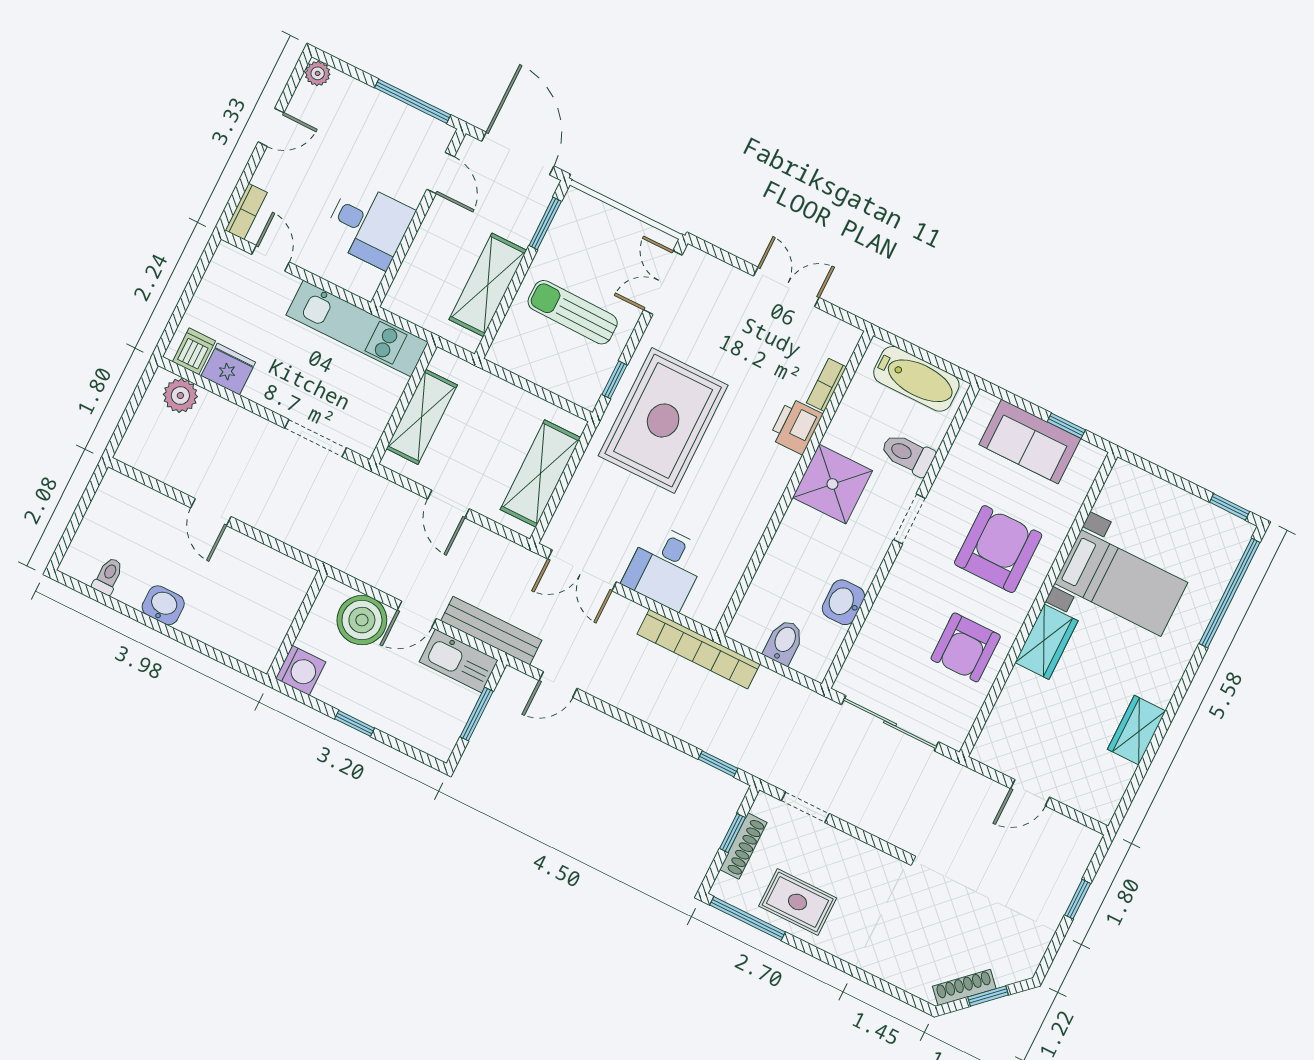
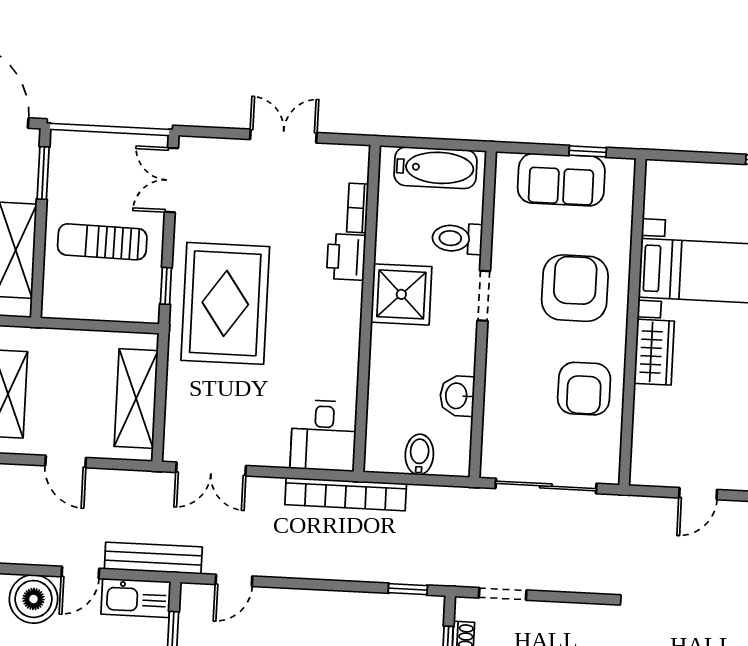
desk: (665, 567) -> (324, 435), moved

